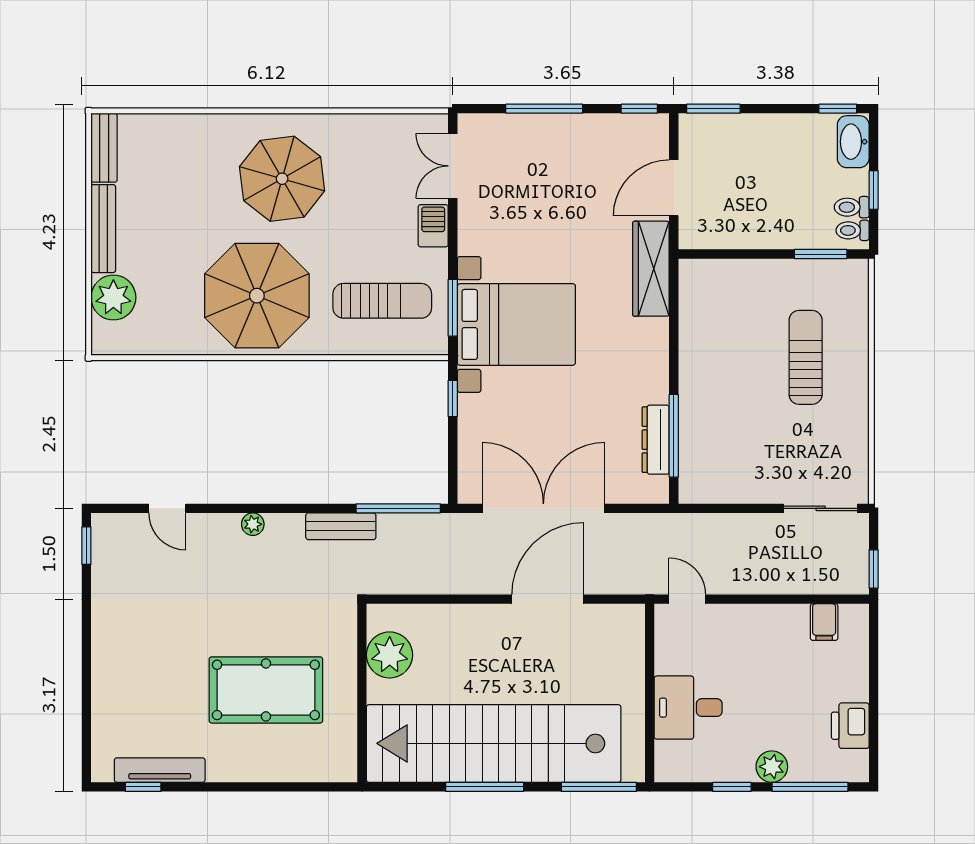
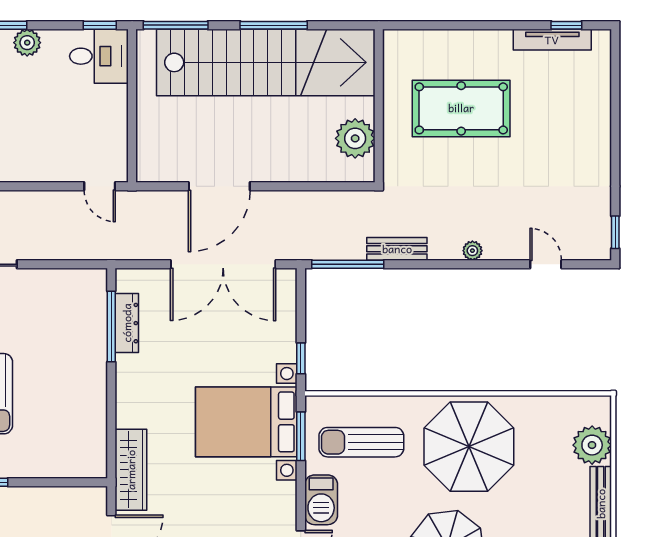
barbecue: (433, 226) -> (321, 500), width x1.38, depth x1.27
desk: (688, 708) -> (99, 56), moved
window: (732, 787) -> (100, 25), moved

